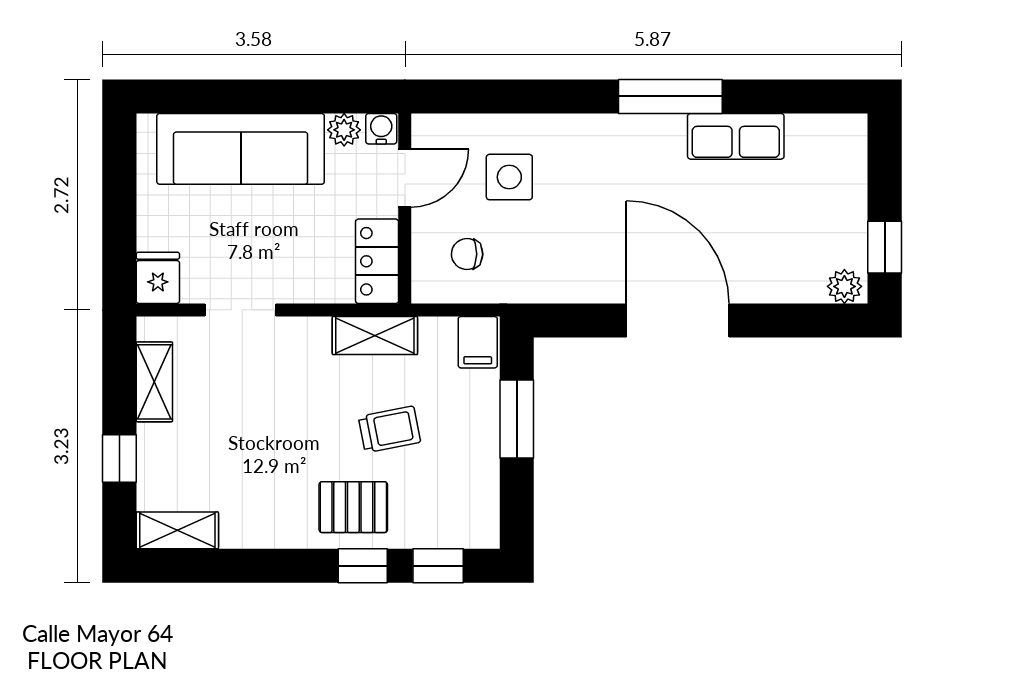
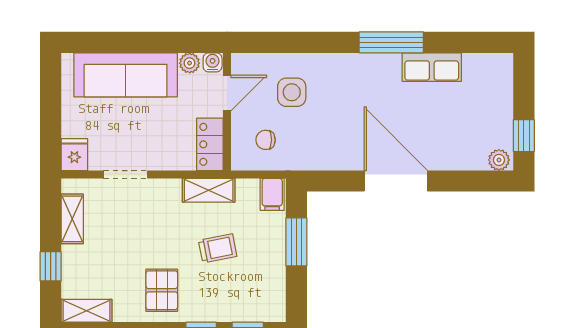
pallet: (353, 507) -> (162, 290), moved, turned 90

